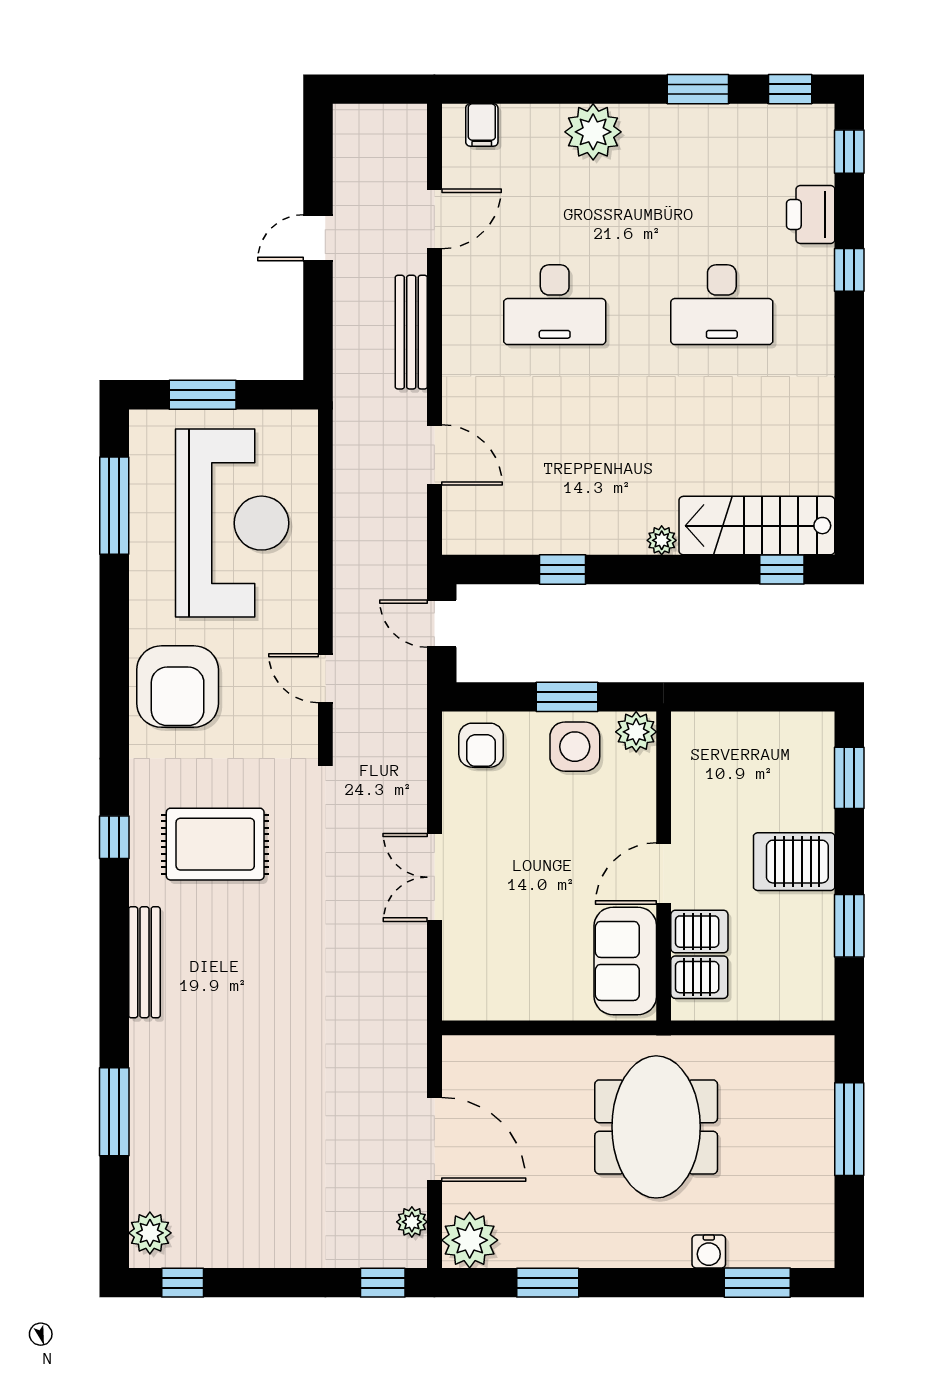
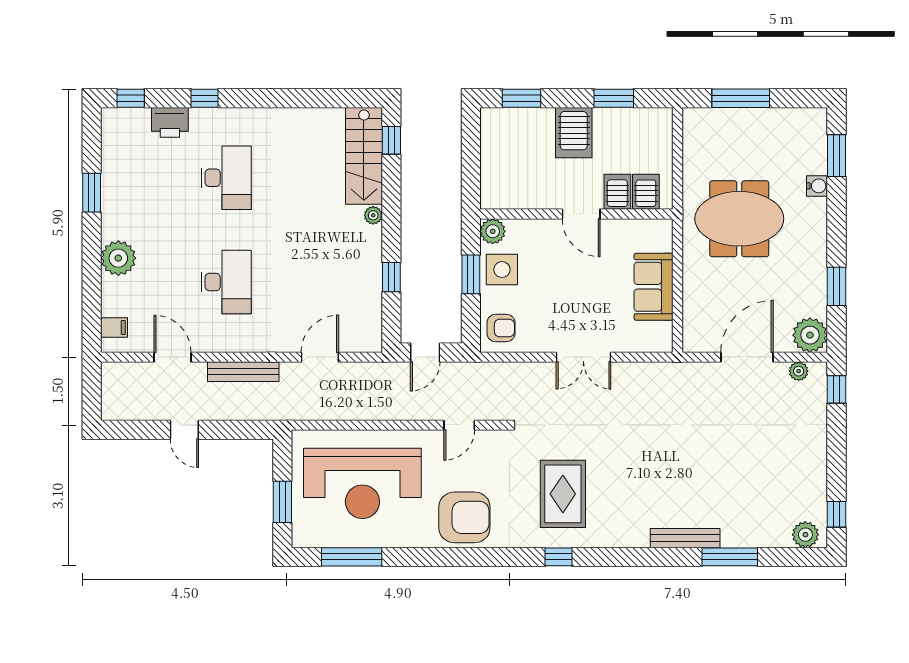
window: (790, 89) -> (92, 135), removed
reception desk: (232, 523) -> (362, 483), turned 180
sofa: (625, 961) -> (654, 287), moved, turned 90
bench: (144, 962) -> (685, 538), moved

